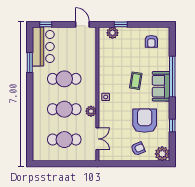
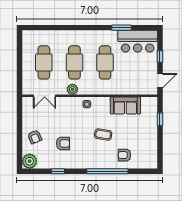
window: (46, 24) -> (160, 57), moved
plant: (112, 33) -> (151, 111), removed
armchair: (151, 41) -> (124, 155), moved
sofa: (161, 86) -> (125, 105), moved, turned 180
armchair: (145, 121) -> (63, 143), width x0.53, depth x0.53

